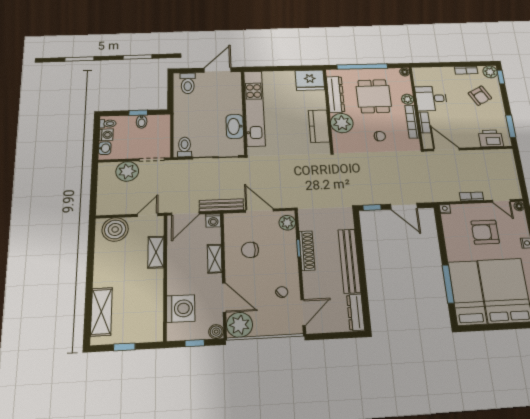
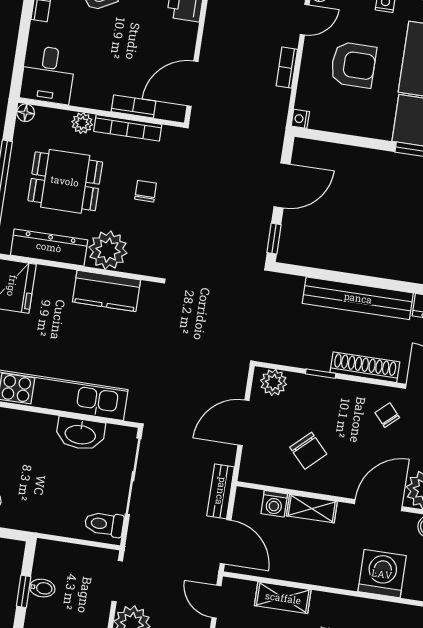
desk: (431, 98) -> (48, 75), moved
bench: (221, 205) -> (221, 491), width x0.73
washing machine: (213, 220) -> (274, 504), moved, turned 90
armchair: (485, 232) -> (353, 65), turned -90
chair: (250, 250) -> (308, 451), turned -43
shoe rack: (307, 251) -> (365, 367), moved

